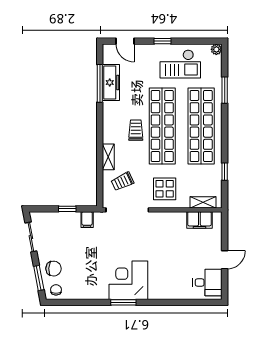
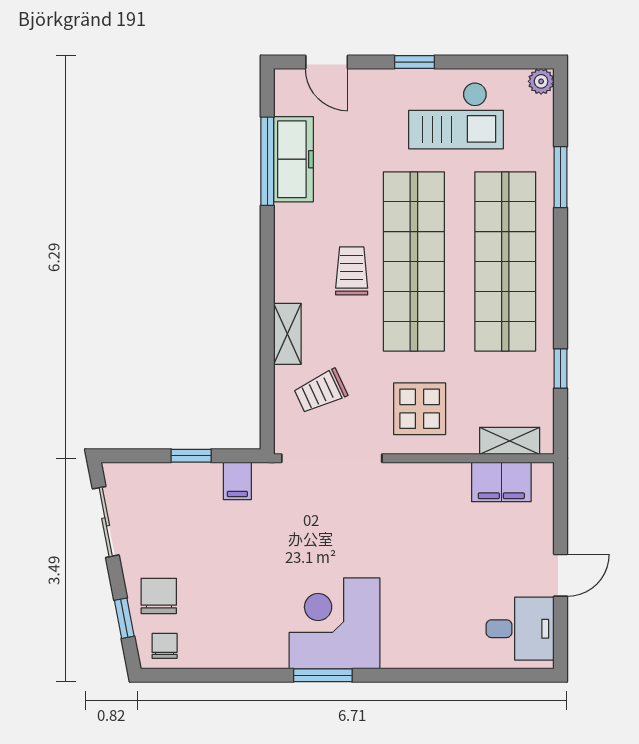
chair: (54, 269) -> (159, 596), turned -92
window: (39, 278) -> (124, 618), width x0.67

